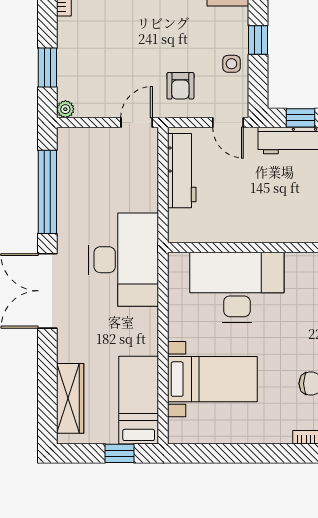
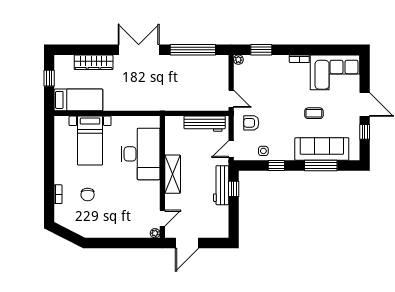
shelving: (274, 229) -> (173, 174), added
desk: (123, 260) -> (156, 92), removed
wardrobe: (70, 398) -> (94, 62), moved
window: (120, 453) -> (49, 78), moved

